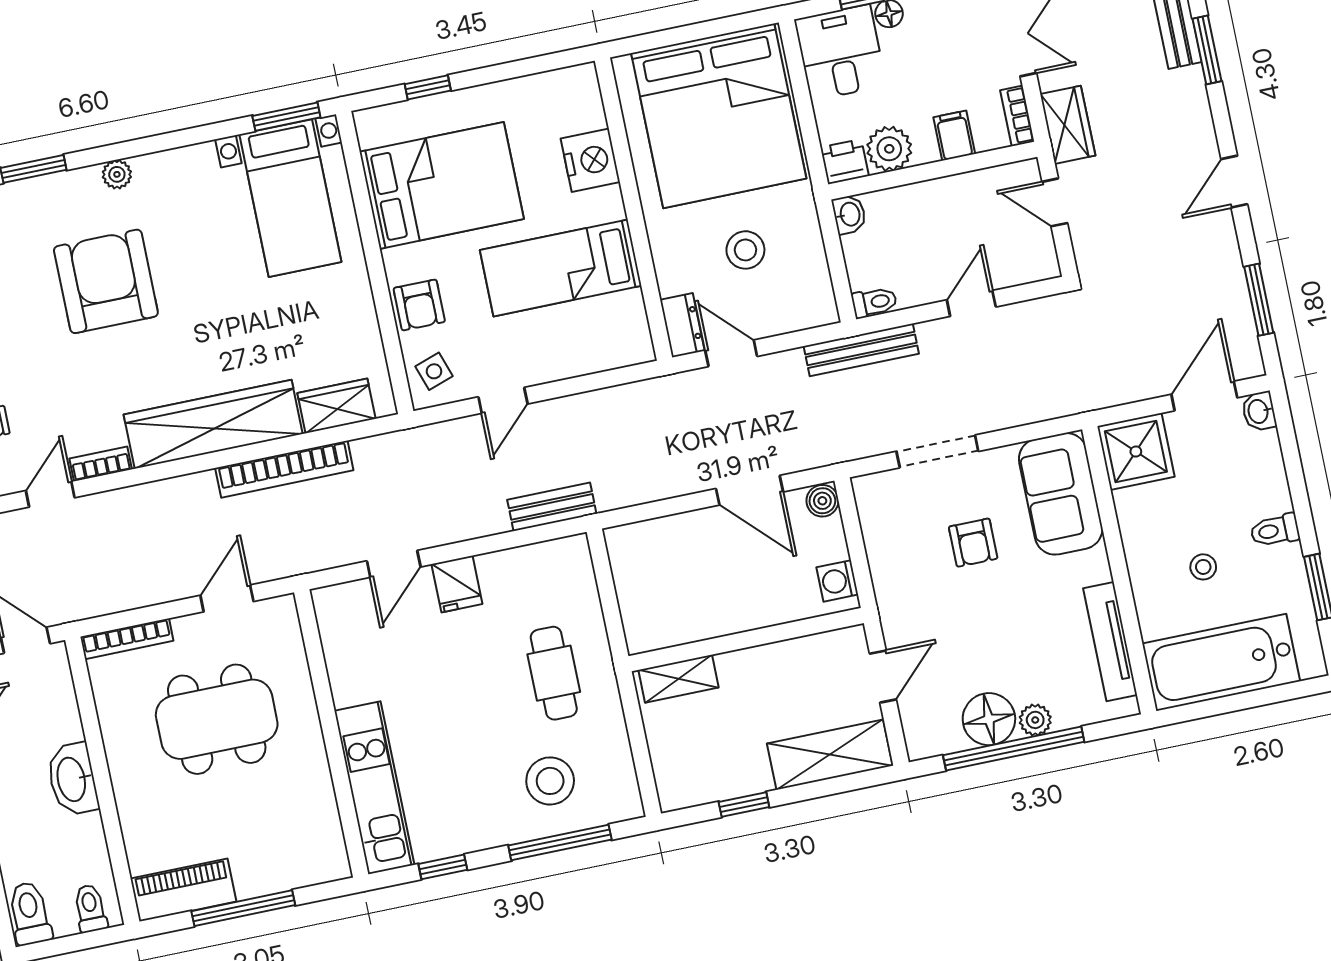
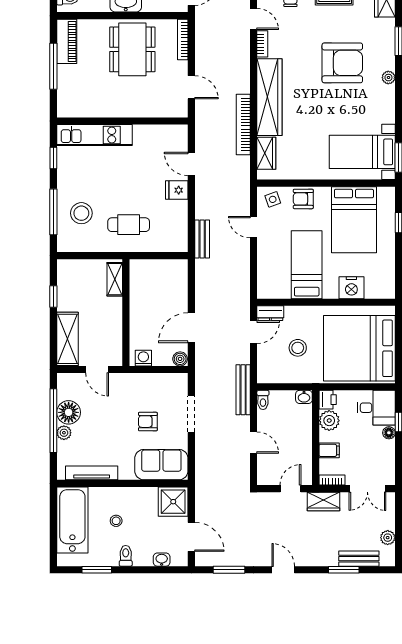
washbasin: (1259, 411) -> (162, 560), moved
dining table: (217, 719) -> (132, 49), moved

